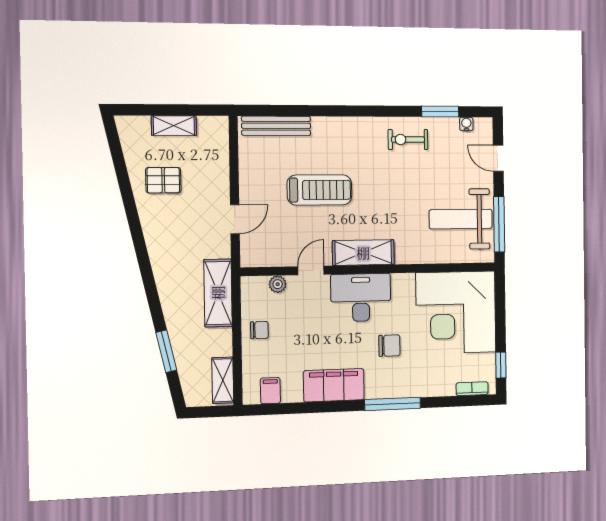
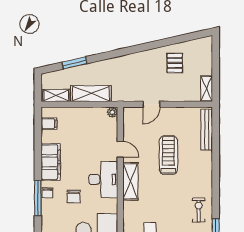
shelving: (174, 126) -> (207, 89), moved
treadmill: (319, 190) -> (168, 155), turned 180
door: (235, 219) -> (151, 104), hinge flipped
plant: (278, 284) -> (112, 112), moved
shelving: (218, 293) -> (91, 94), moved
chair: (259, 330) -> (47, 193), moved

